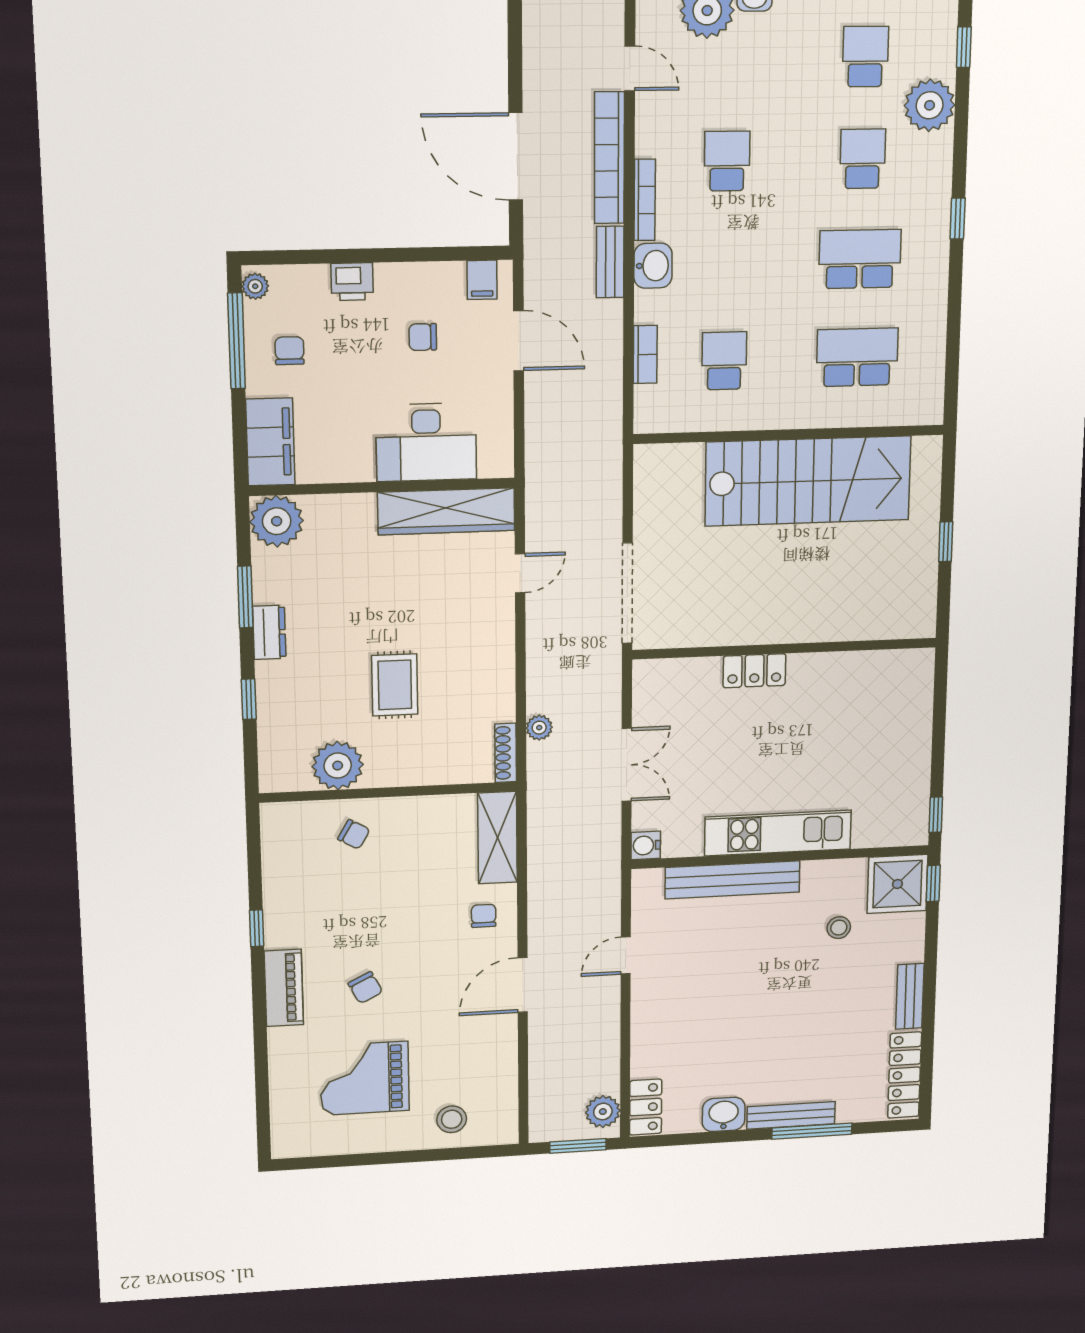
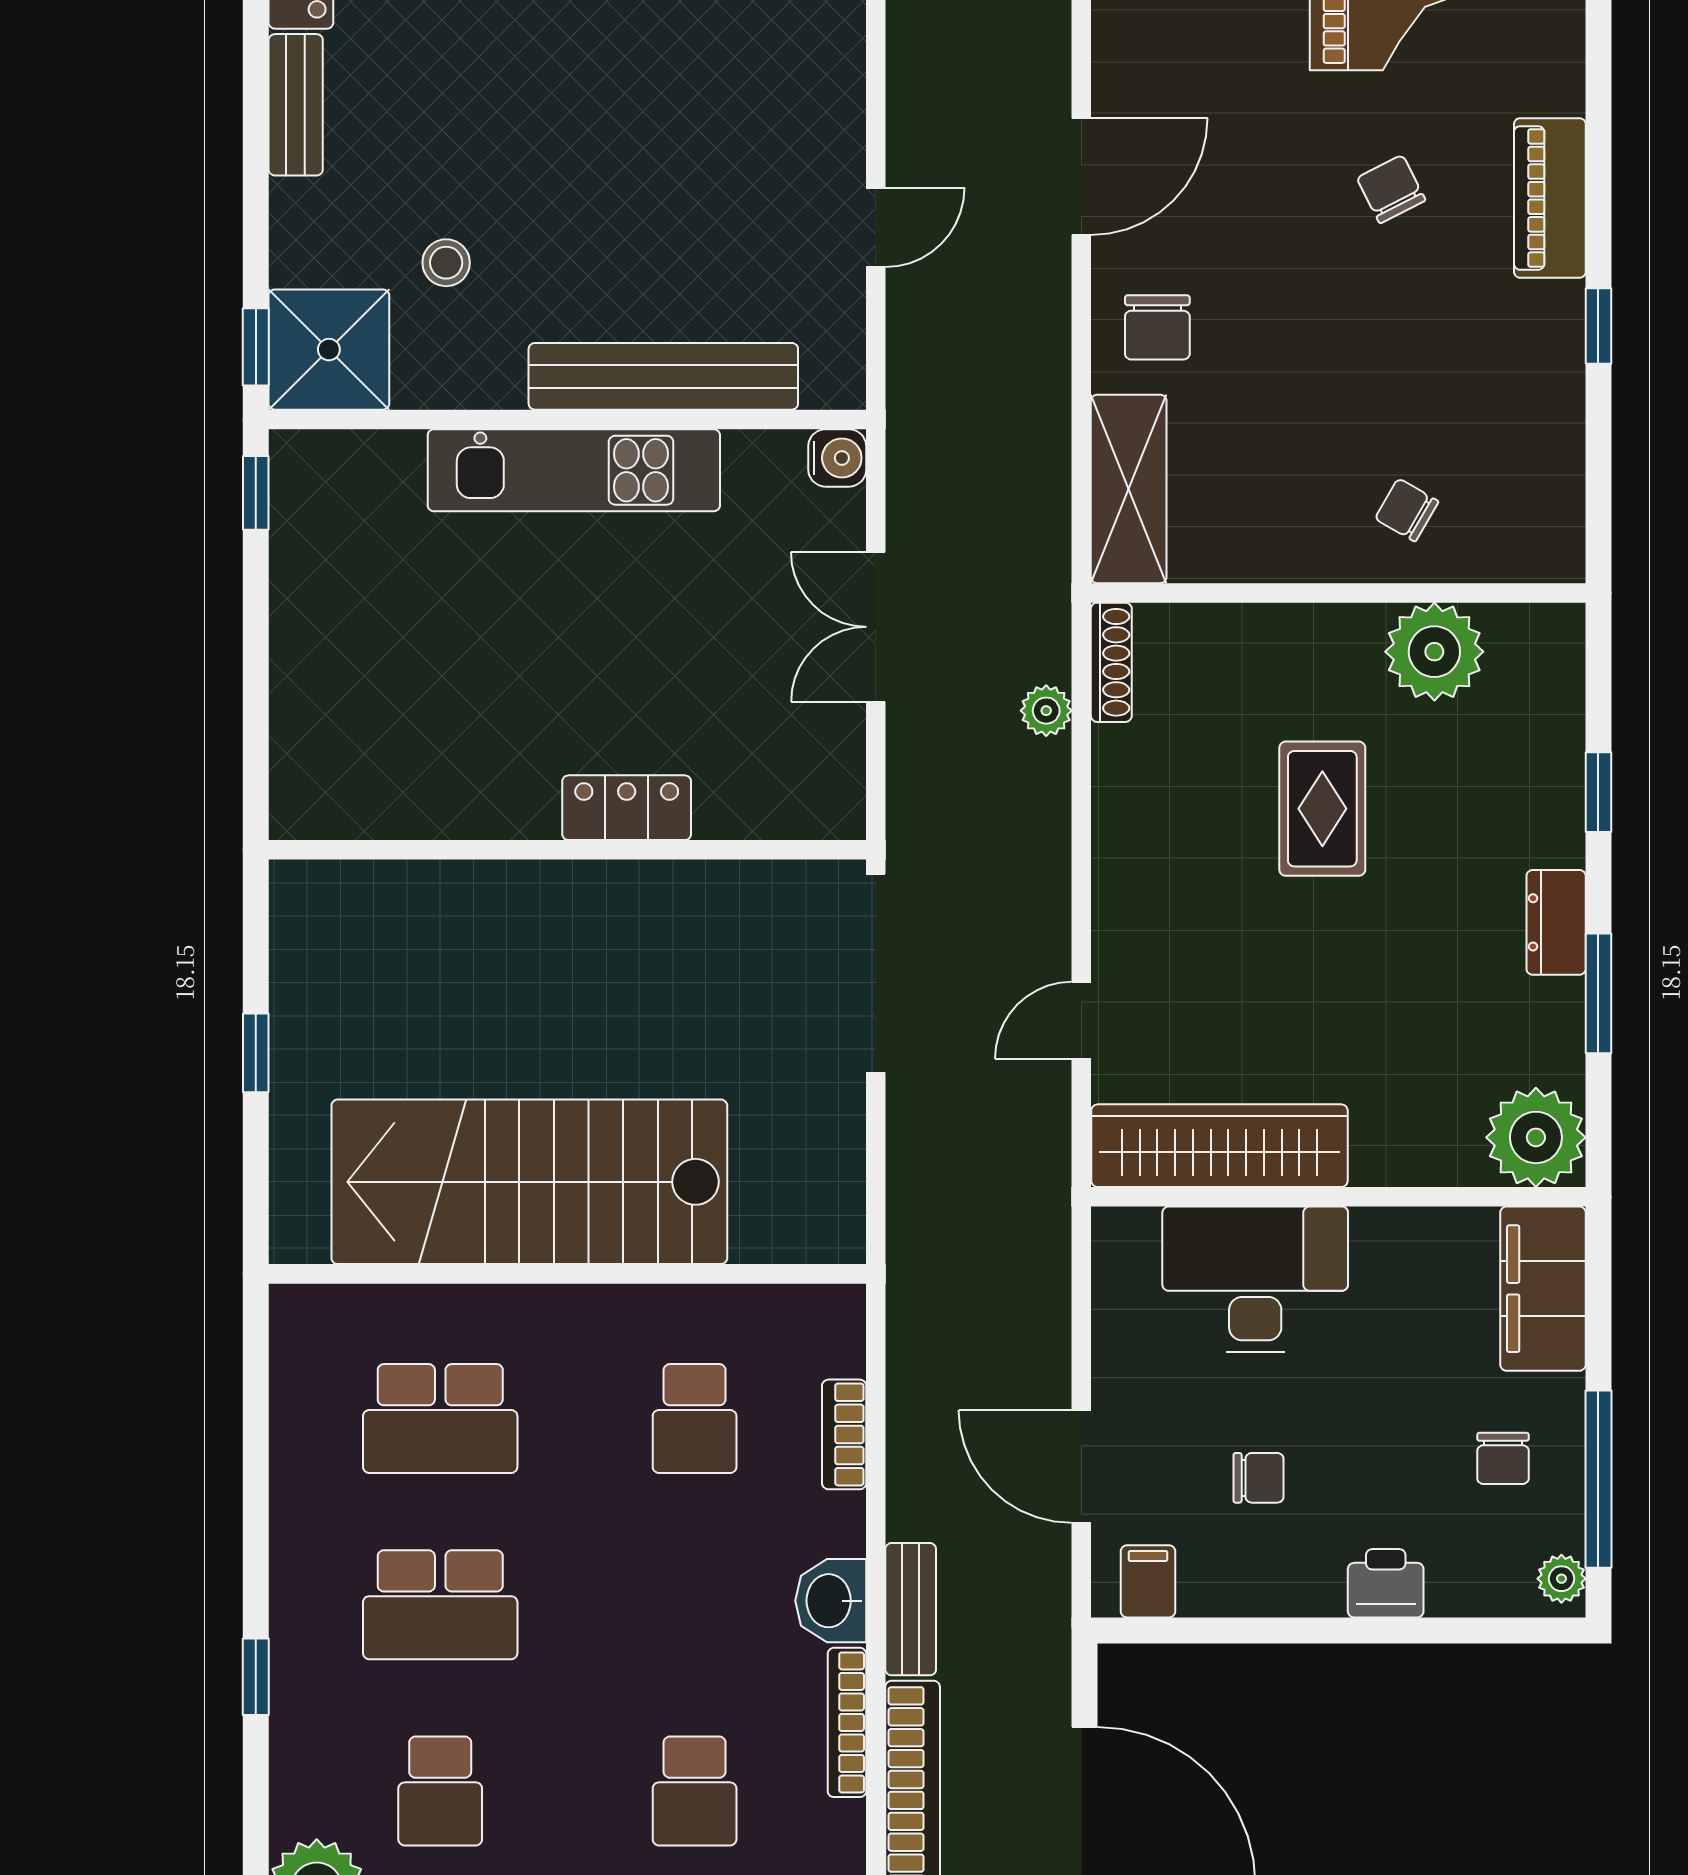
chair: (484, 916) -> (1157, 327), width x1.37, depth x1.37

